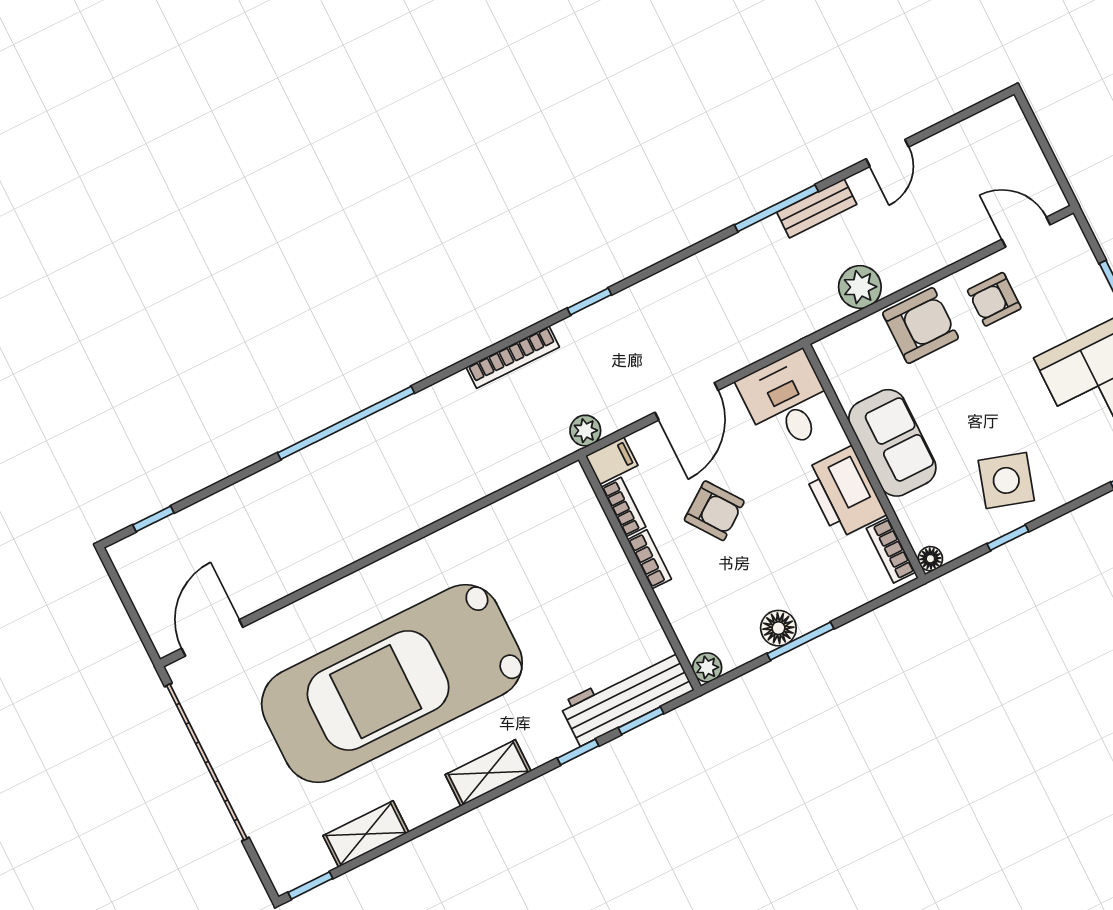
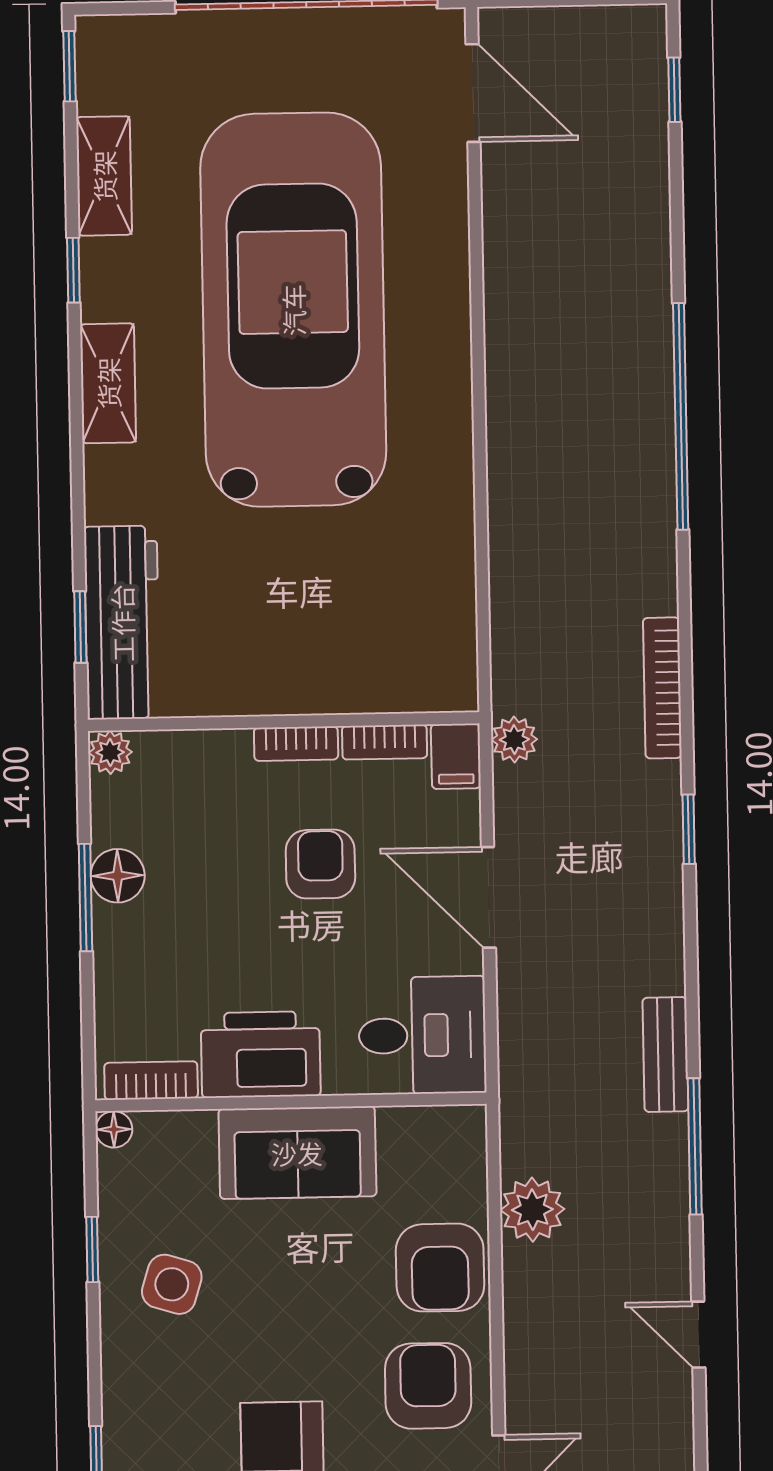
bench: (817, 208) -> (666, 1054), moved
armchair: (994, 299) -> (428, 1386), width x1.38, depth x1.38
side table: (1006, 480) -> (172, 1284), width x0.73, depth x0.73
armchair: (714, 511) -> (320, 864), turned 126
window: (578, 752) -> (73, 270), moved

